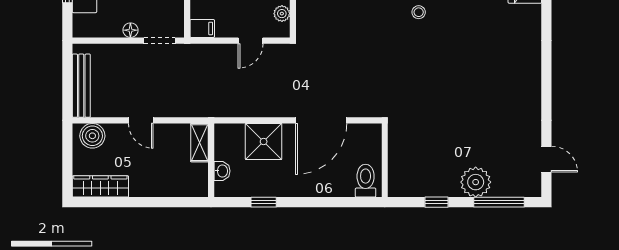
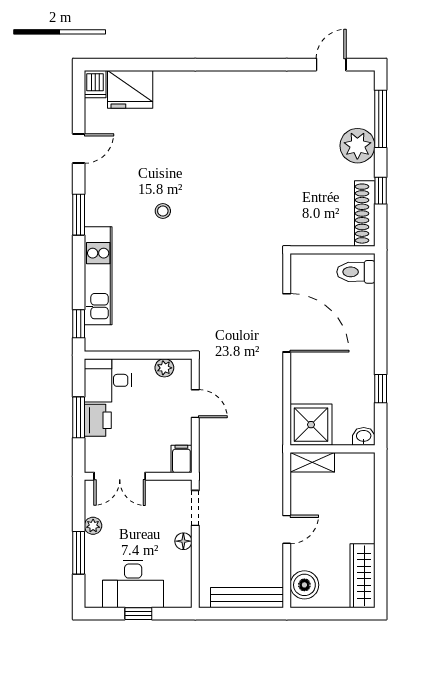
shower: (264, 142) -> (311, 425), moved
washbasin: (222, 171) -> (364, 436), moved
shoe rack: (416, 188) -> (365, 214), added

